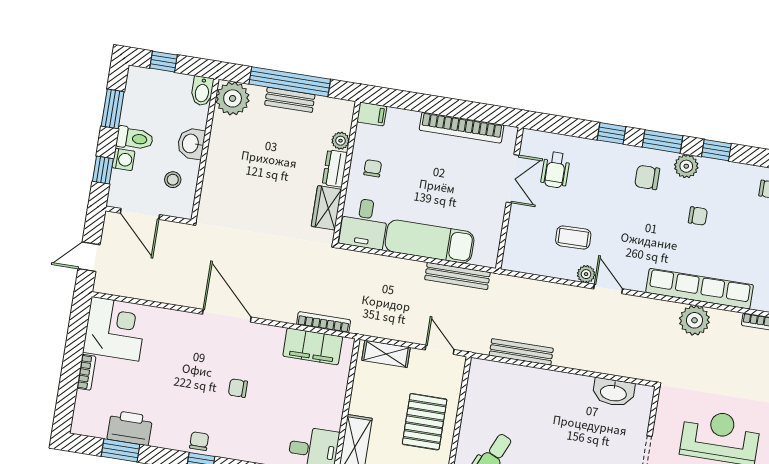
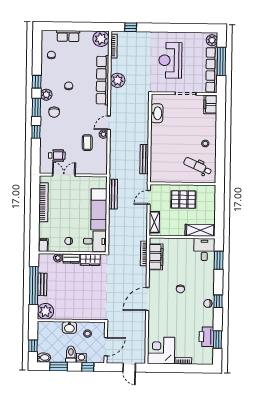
bidet: (202, 91) -> (44, 357), moved

